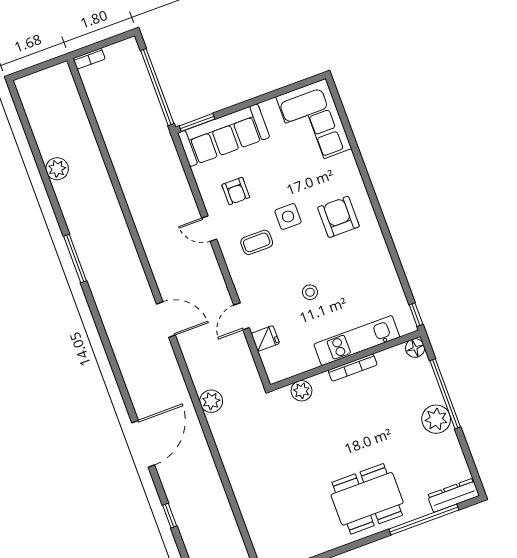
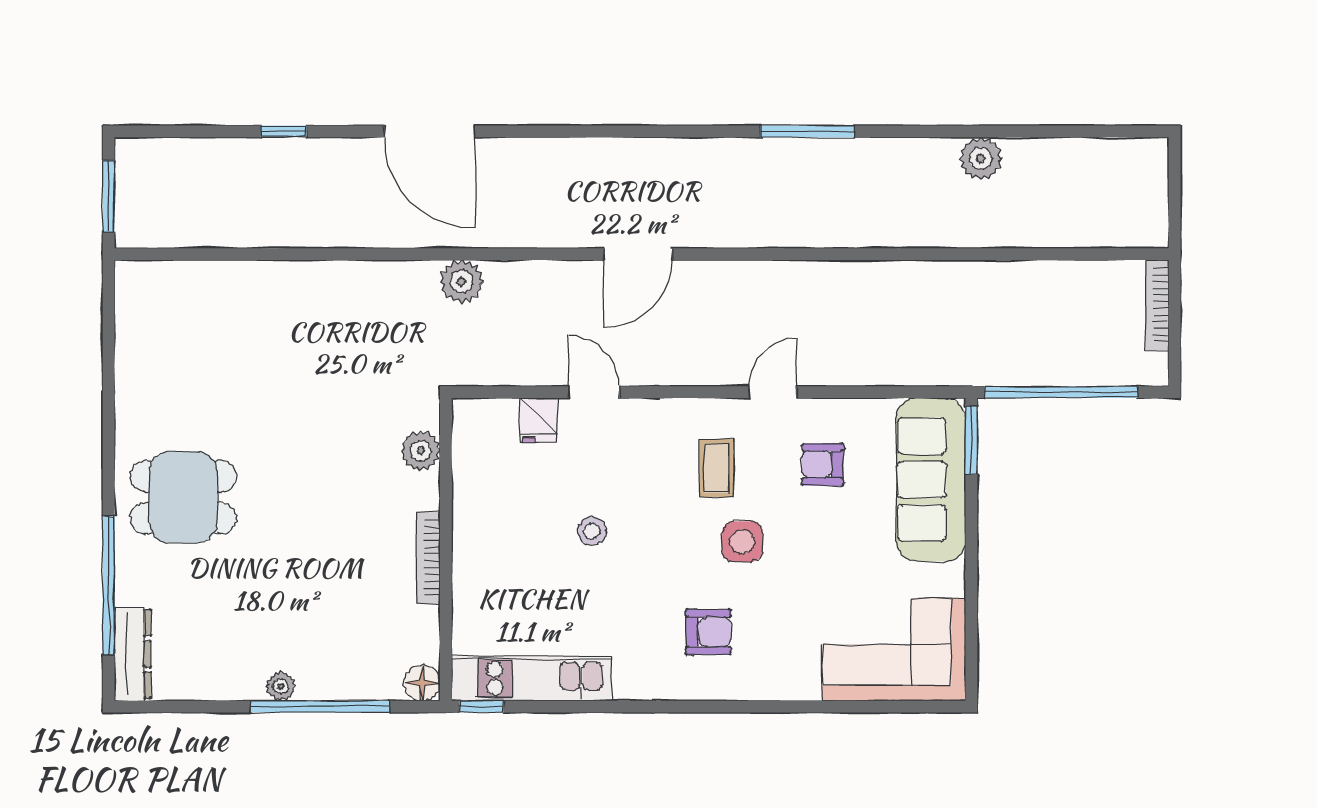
bookcase: (89, 59) -> (1157, 305), width x1.56
armchair: (338, 217) -> (708, 632), width x0.72, depth x0.72
kitchen unit: (357, 341) -> (532, 678), moved, turned -90
plant: (436, 419) -> (281, 686), width x0.53, depth x0.53
dining table: (367, 499) -> (183, 497), width x0.73

